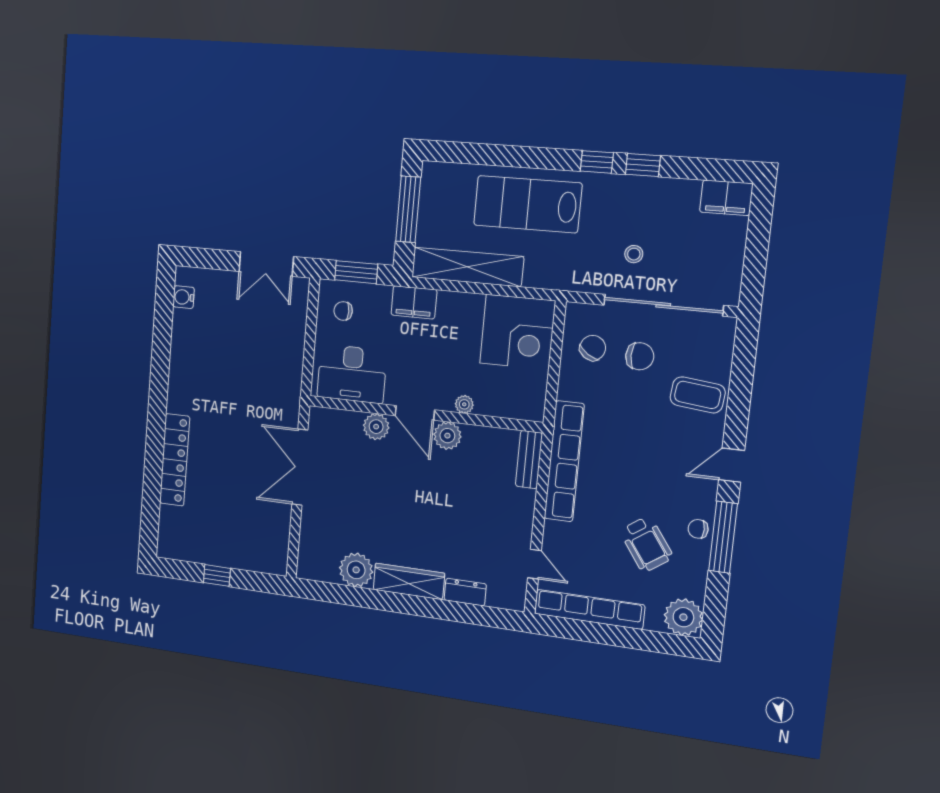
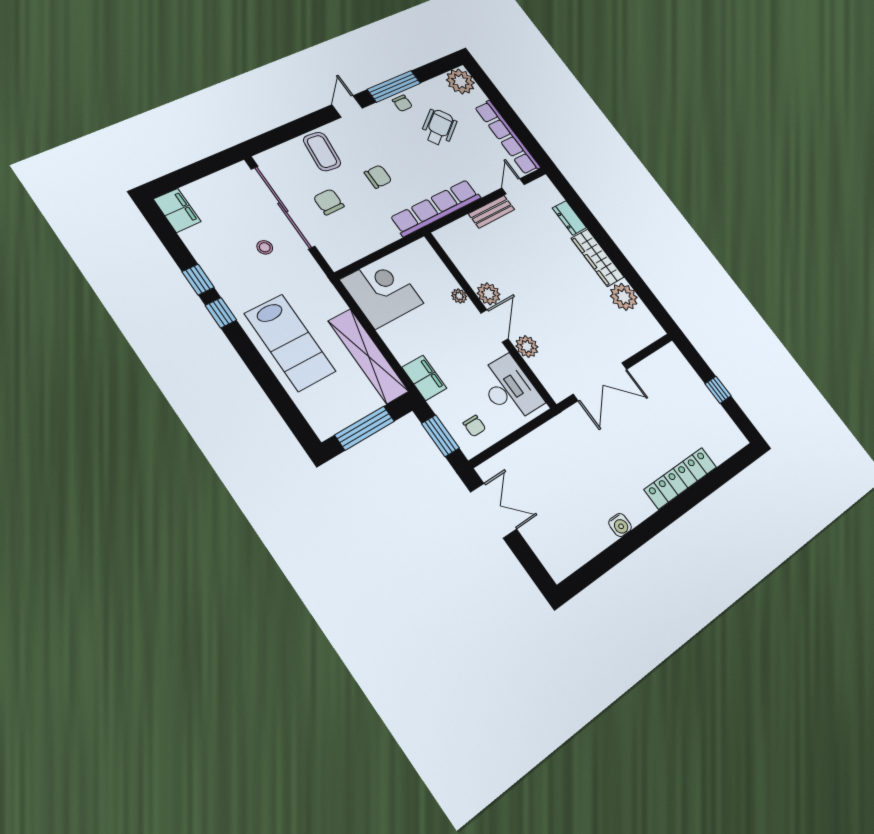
water cooler: (184, 297) -> (620, 525), moved
chair: (593, 348) -> (378, 177), moved, turned 146
bench: (529, 460) -> (492, 212), moved
door: (731, 465) -> (347, 106), swing flipped

